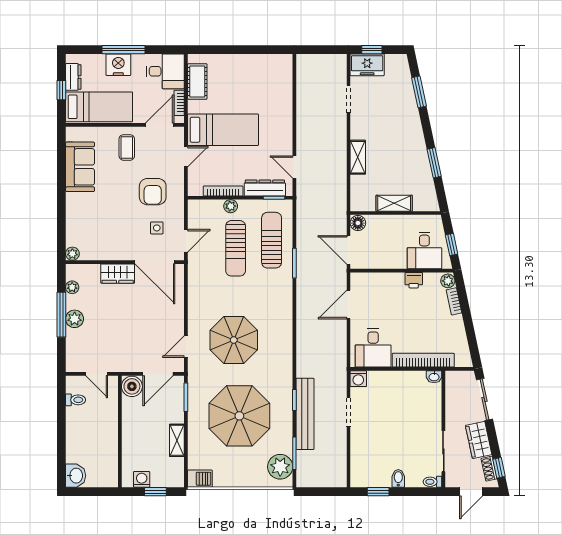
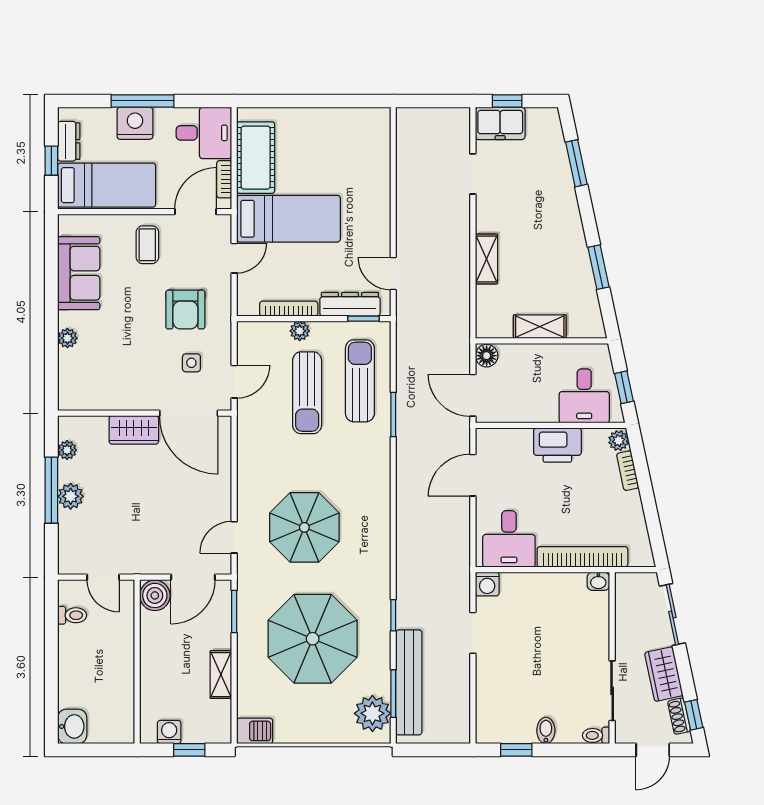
cot: (197, 82) -> (256, 158), width x1.37, depth x1.34
plant: (72, 254) -> (67, 338), moved
printer: (414, 280) -> (557, 445), width x1.87, depth x1.48
bench: (305, 414) -> (409, 682), moved

